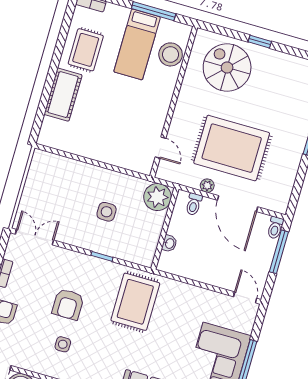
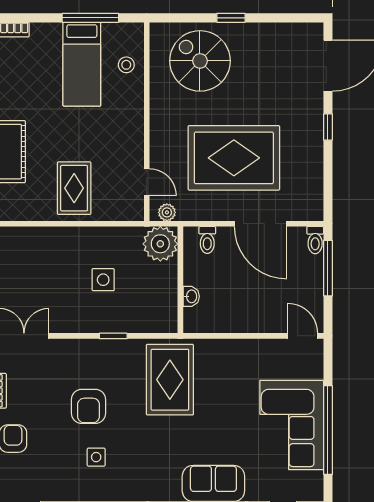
rug: (86, 50) -> (74, 188), moved
stool: (171, 54) -> (126, 65), width x0.53, depth x0.53
plant: (207, 186) -> (167, 212), moved

